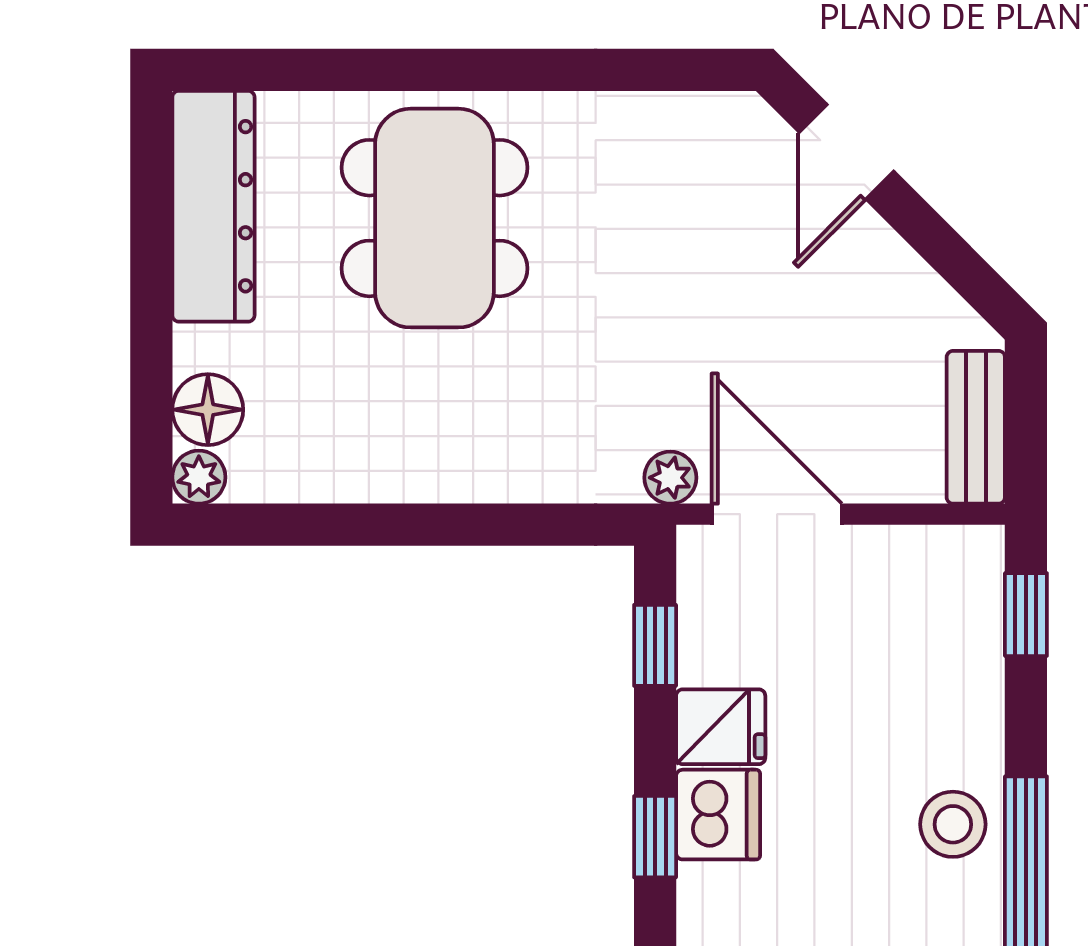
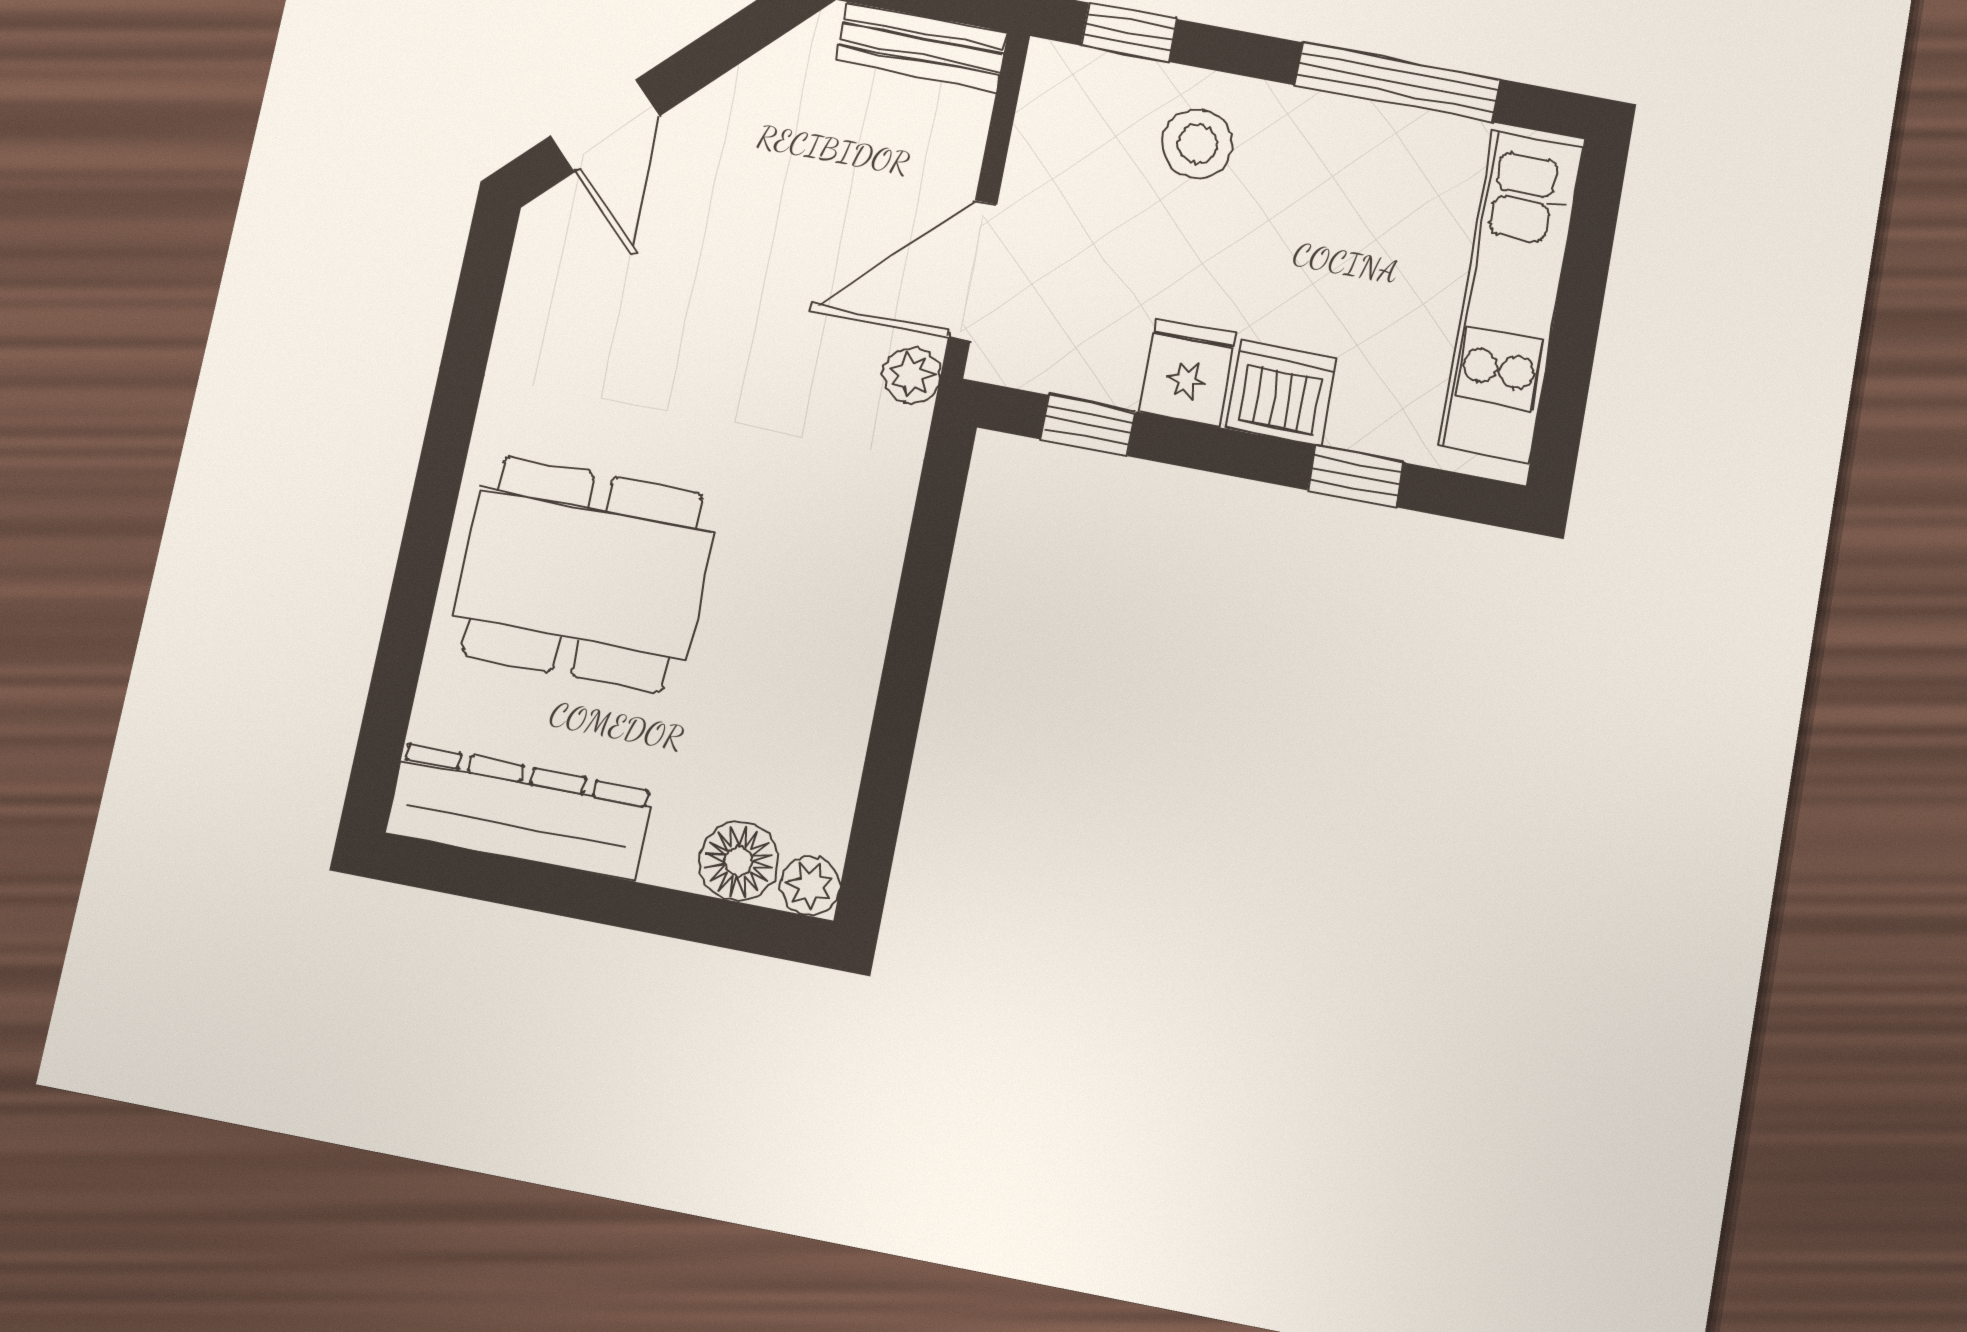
door: (847, 152) -> (605, 126), hinge flipped
stool: (953, 824) -> (1197, 144), moved
window: (655, 837) -> (1356, 476), moved

